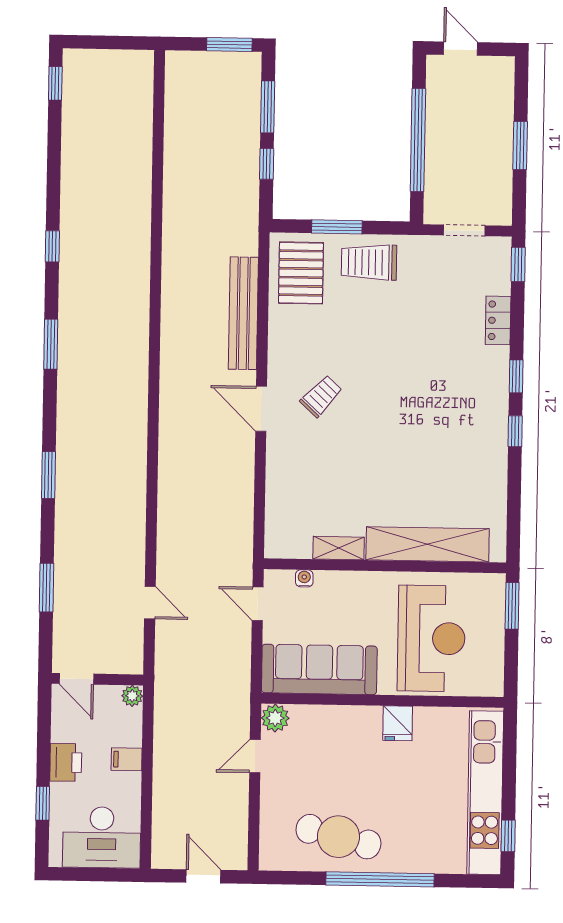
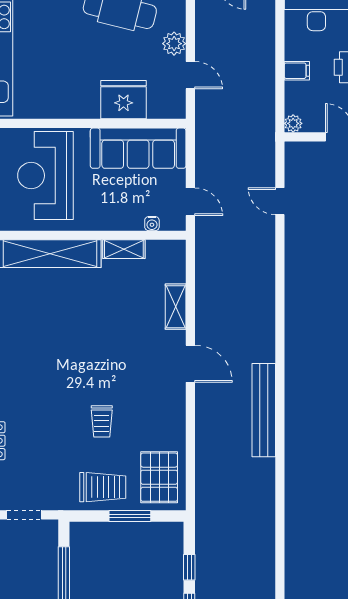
bench: (243, 313) -> (264, 410), moved
trolley: (321, 396) -> (102, 421), moved, turned -43
shelving: (278, 478) -> (176, 307), added
plant: (275, 718) -> (174, 44), moved
fridge: (398, 723) -> (124, 100), moved, width x1.88, depth x1.34
door: (255, 756) -> (190, 75), hinge flipped

